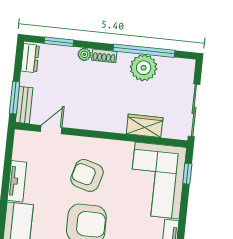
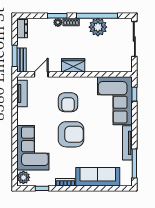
window: (59, 42) -> (57, 16), moved
sliding door: (194, 110) -> (134, 39), moved
wardrobe: (145, 126) -> (73, 65), moved
armchair: (87, 175) -> (68, 102), turned -106
tv unit: (17, 181) -> (22, 94), moved

